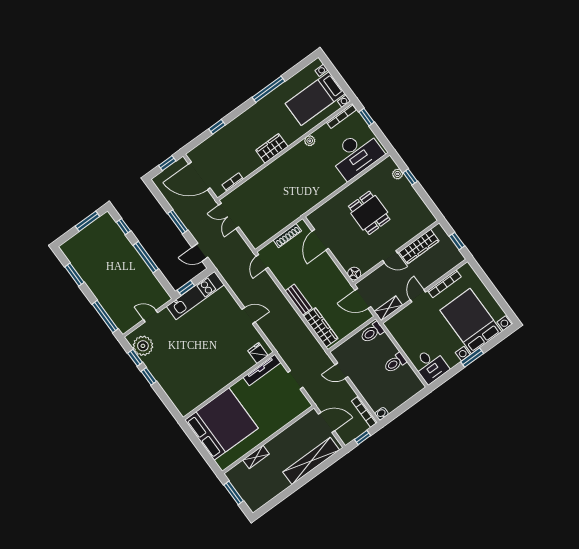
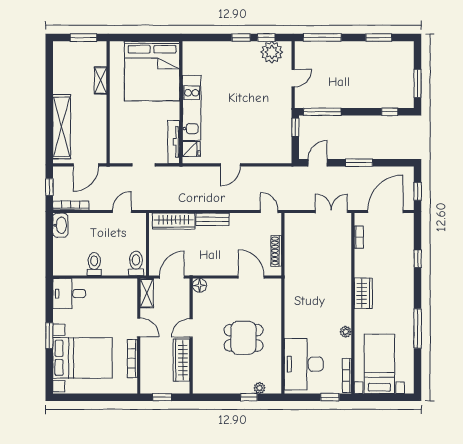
window: (146, 257) -> (322, 112), moved
kitchen unit: (195, 296) -> (192, 108), moved, turned 180
washbasin: (382, 414) -> (60, 225), width x1.91, depth x1.45

